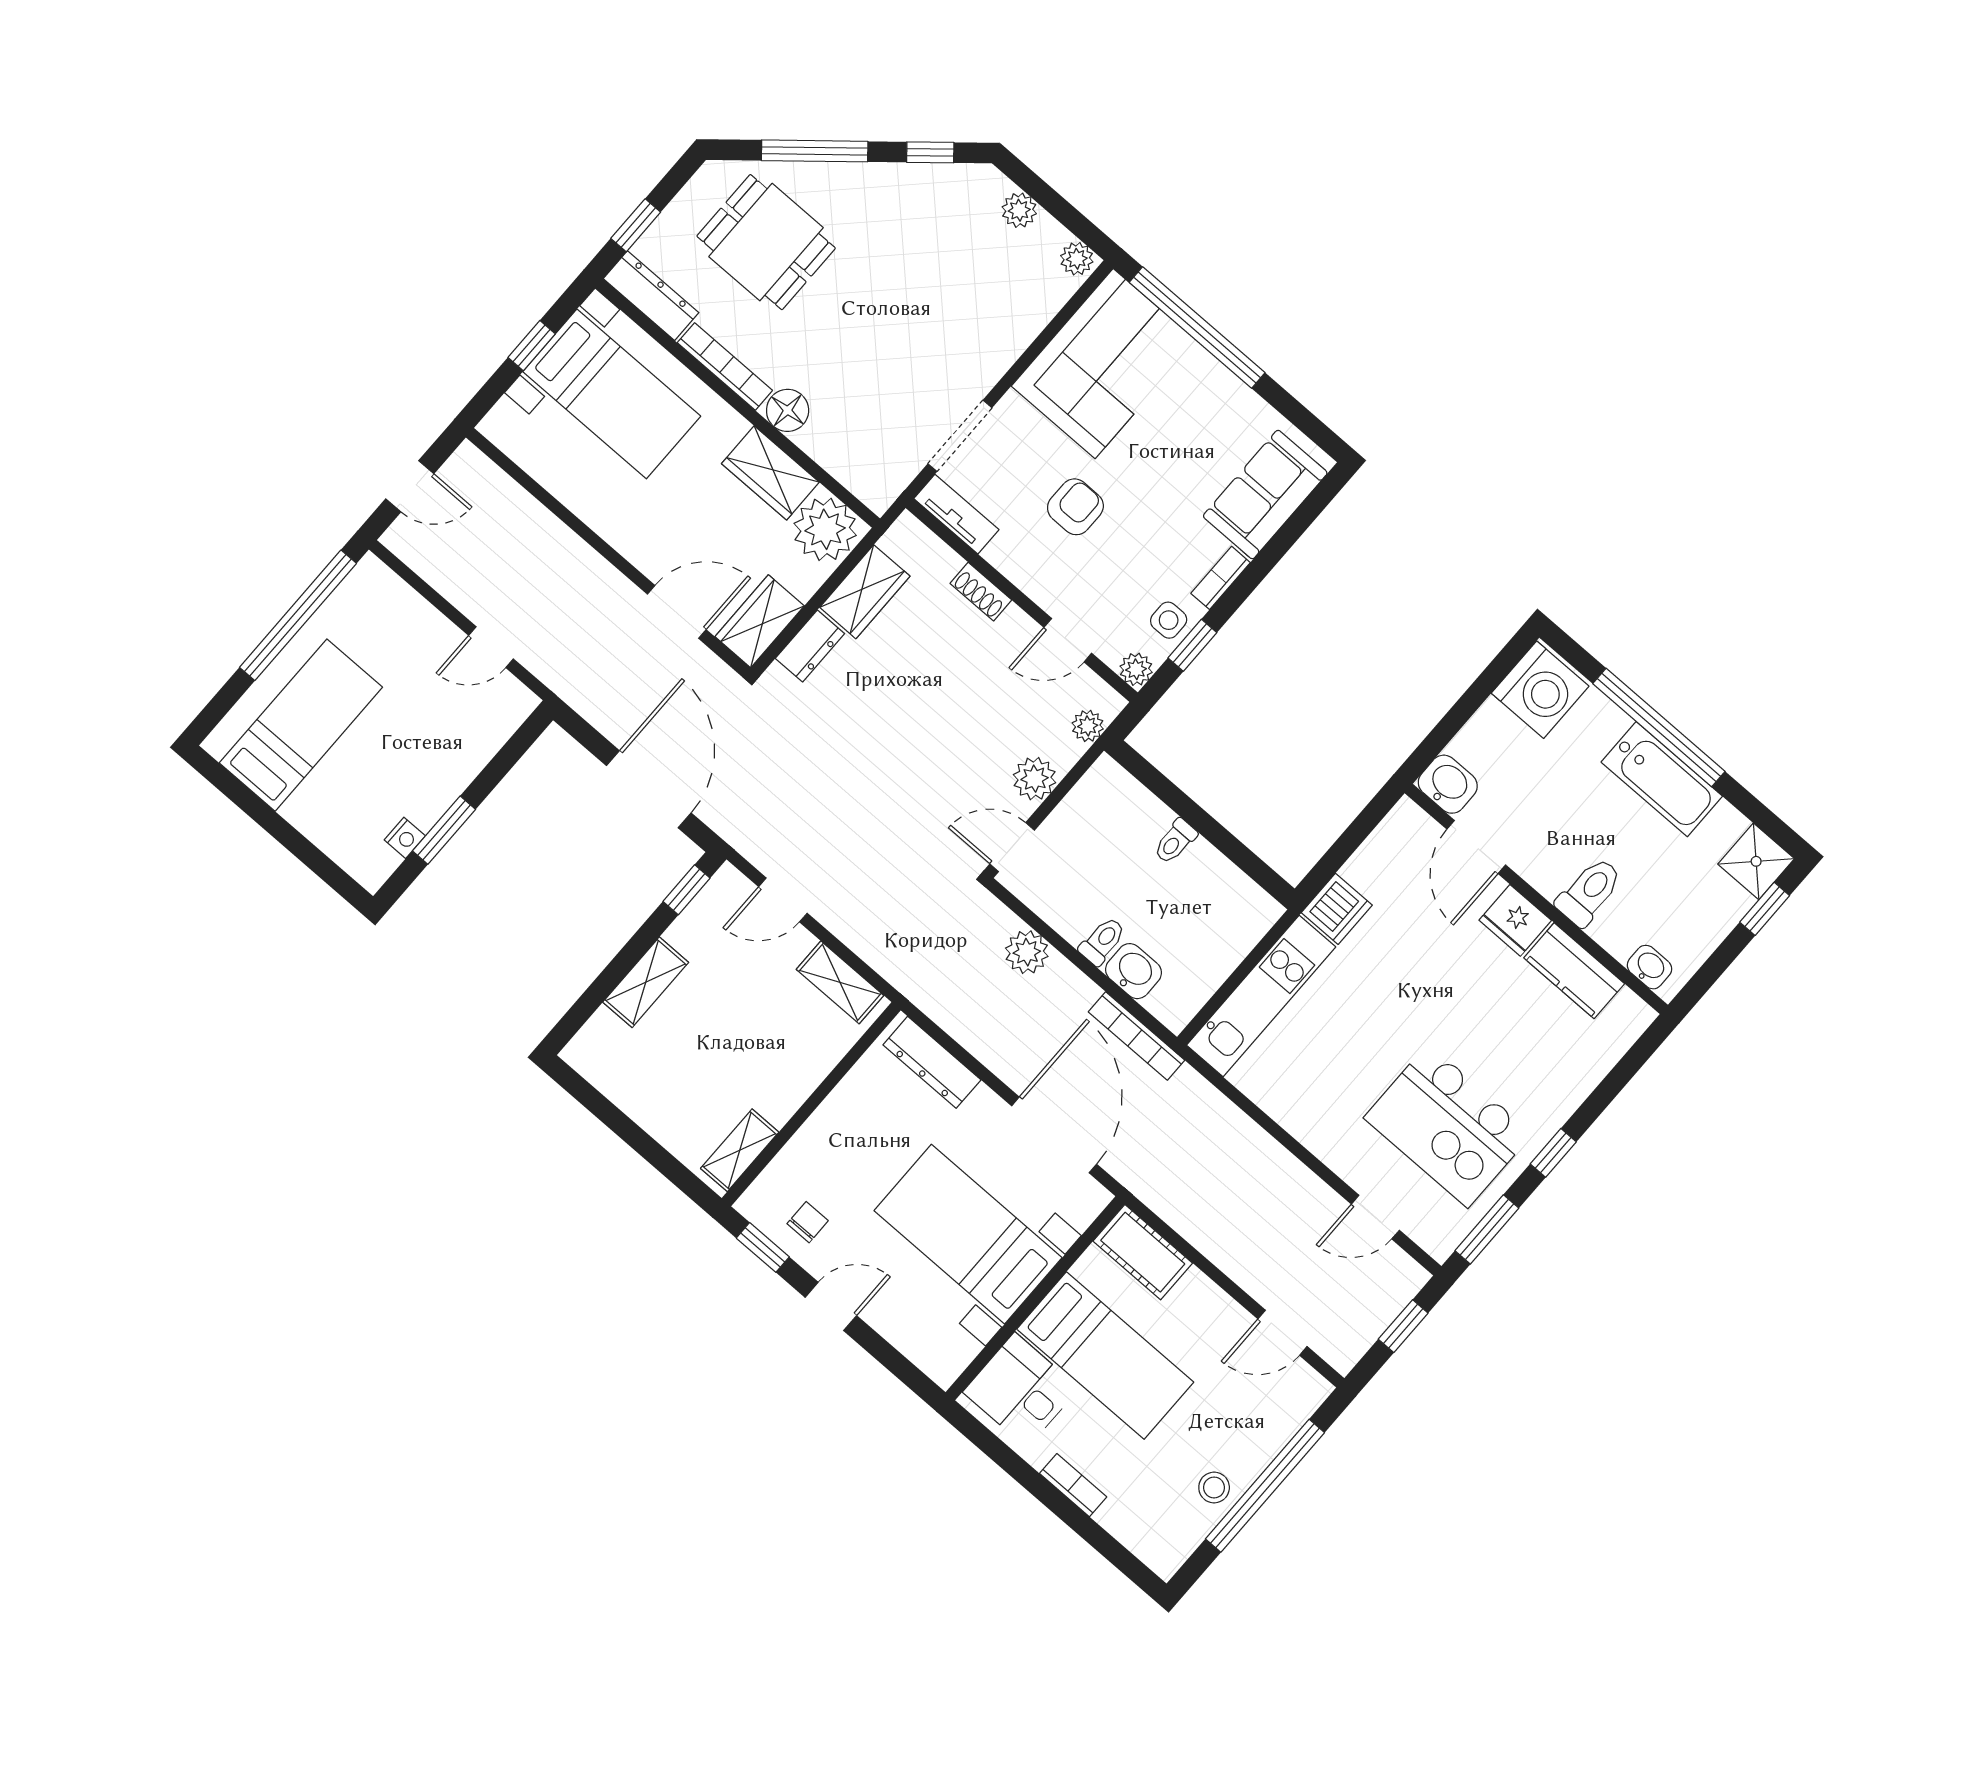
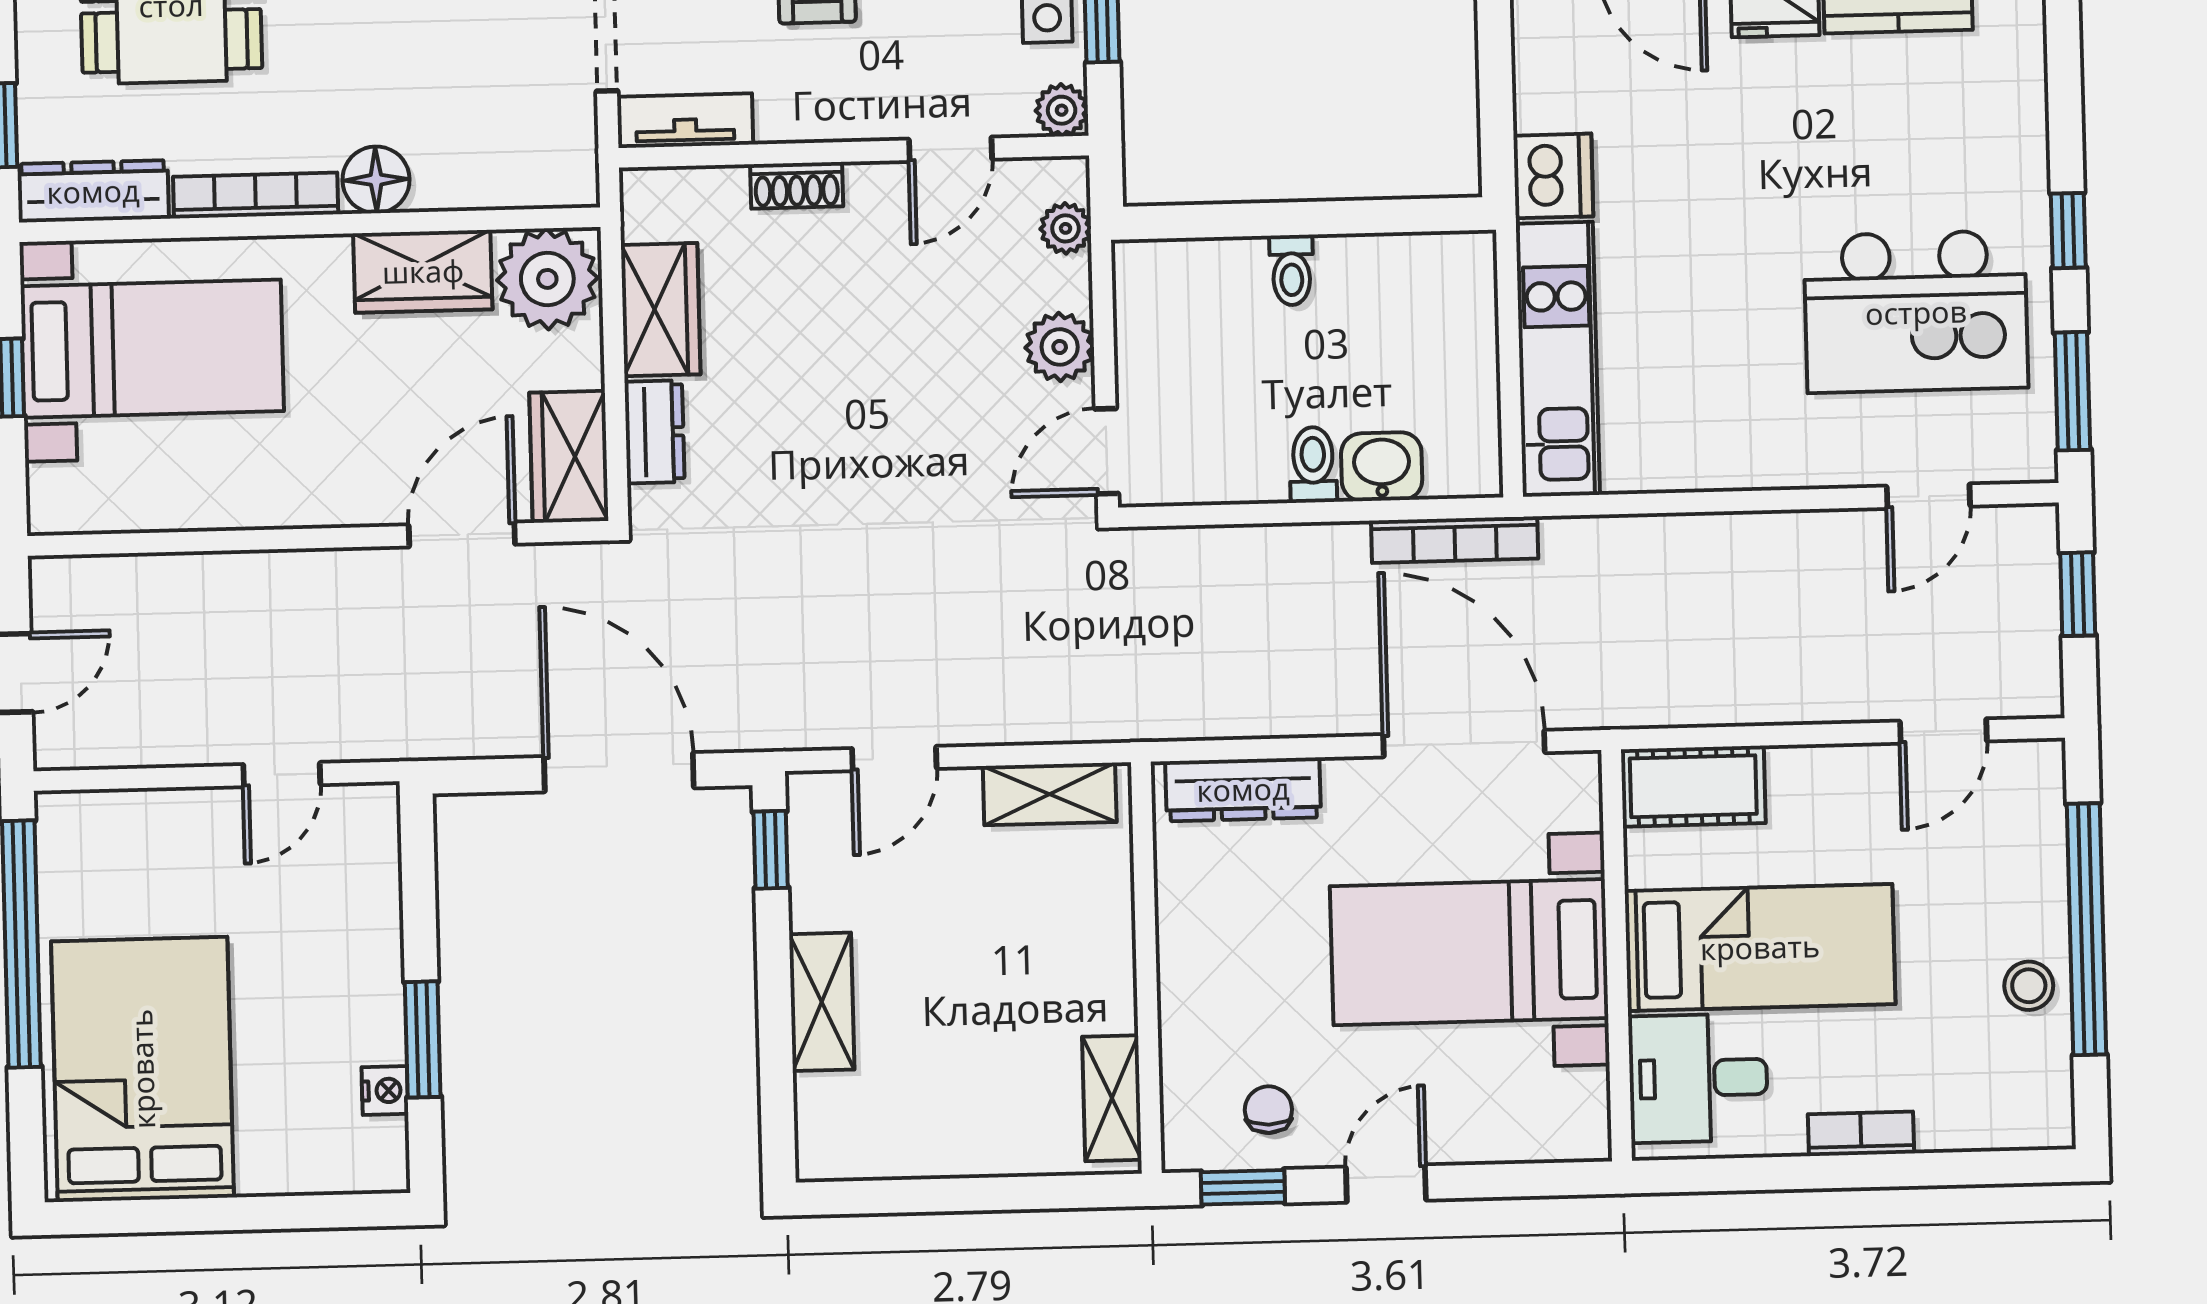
bed: (301, 725) -> (142, 1069), width x1.50
plant: (1027, 952) -> (1236, 559), removed

